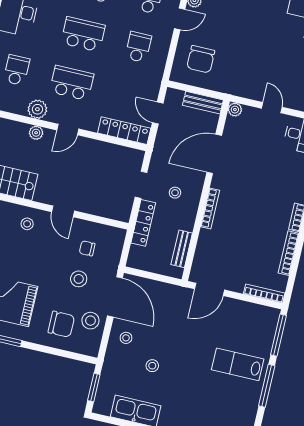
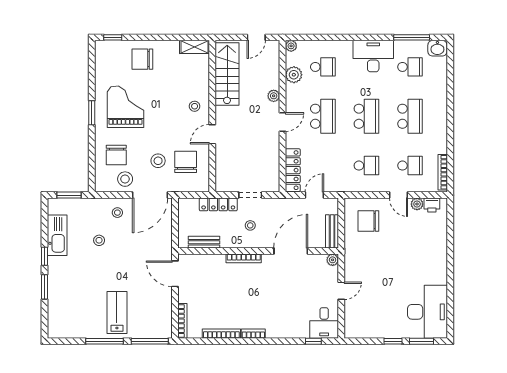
plant: (37, 109) -> (294, 75), moved
door: (68, 130) -> (283, 122), swing flipped
door: (214, 154) -> (291, 251), hinge flipped
chair: (87, 248) -> (186, 162), width x1.87, depth x1.87

